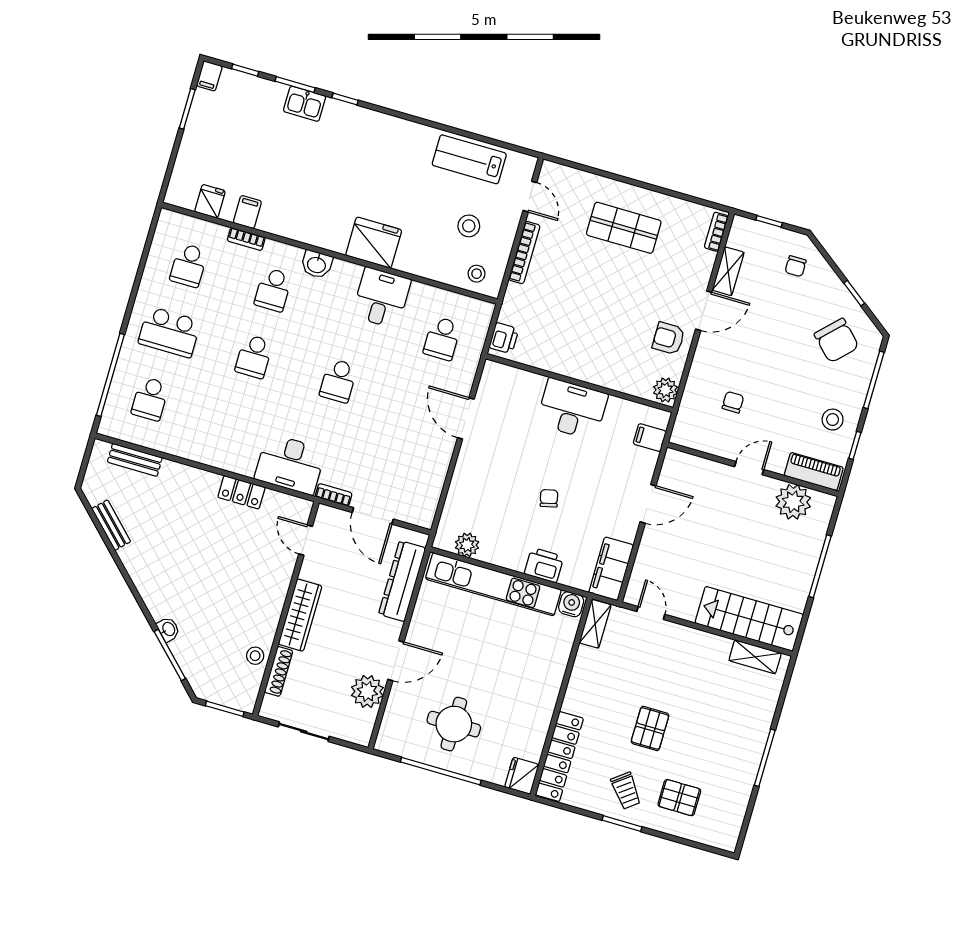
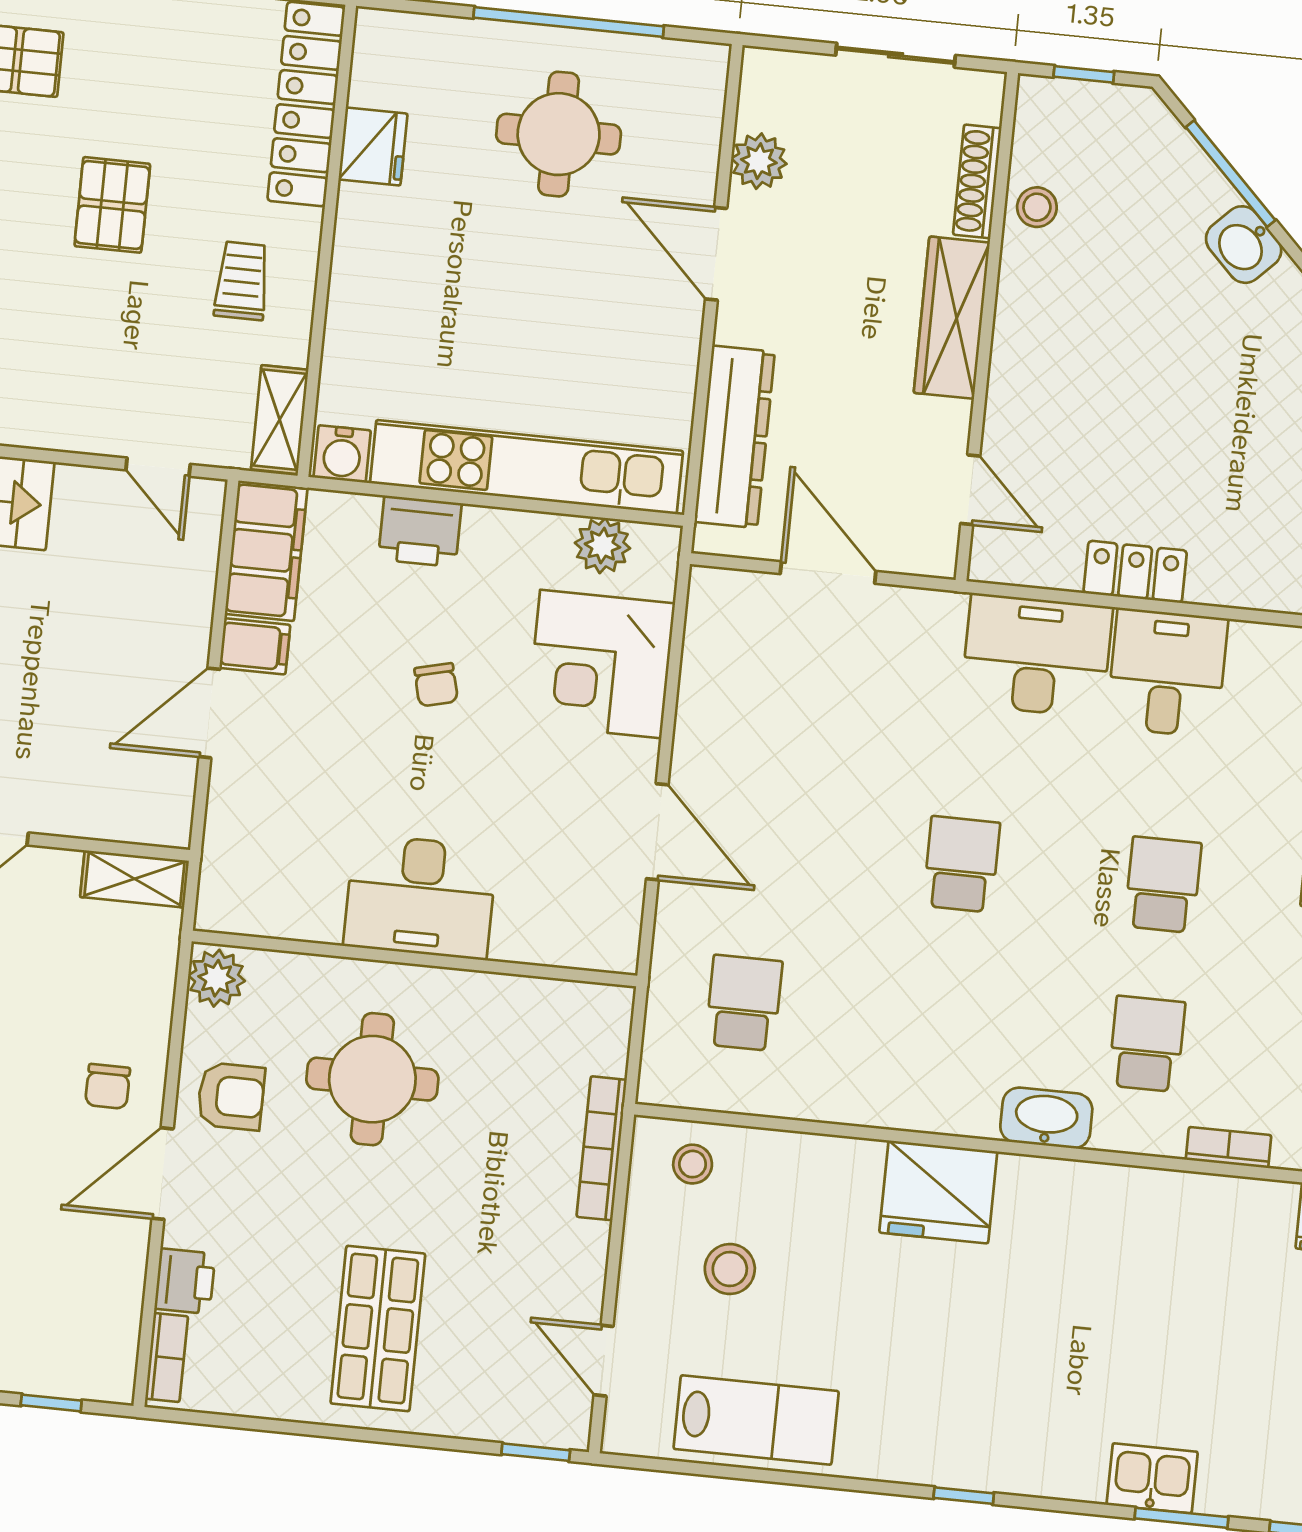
window: (345, 99) -> (964, 1496), moved
window: (566, 163) -> (536, 1452), added
filing cabinet: (247, 212) -> (1237, 1209), removed
shop shelf: (624, 228) -> (378, 1329), turned 90
bookcase: (524, 253) -> (602, 1148), moved
washbasin: (317, 264) -> (1046, 1118), width x1.38
shelving: (728, 271) -> (135, 879), moved, turned 90
desk: (381, 298) -> (1167, 673), moved, turned 180
round table: (607, 335) -> (372, 1079), added
printer: (504, 338) -> (185, 1281), moved, turned 180
chair: (733, 402) -> (108, 1086), moved
filing cabinet: (650, 438) -> (255, 646), moved
corner desk: (477, 494) -> (601, 664), added
bookcase: (334, 495) -> (925, 604), removed
washbasin: (168, 629) -> (1244, 245), width x1.38, depth x1.45
door: (396, 661) -> (716, 254), hinge flipped
plant: (367, 691) -> (759, 161), width x0.73, depth x0.73
window: (225, 709) -> (1084, 74), width x0.67
fridge: (522, 776) -> (373, 146), moved
trolley: (626, 791) -> (242, 281), moved, turned 37

